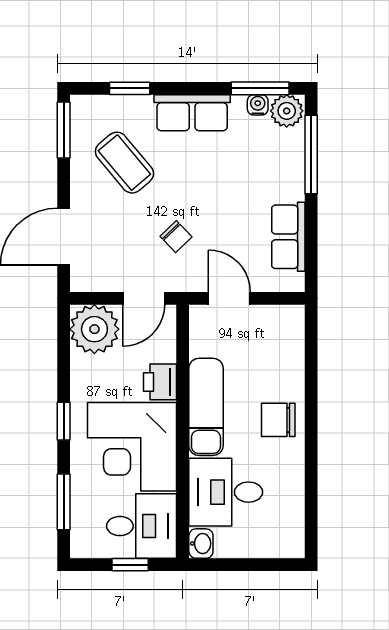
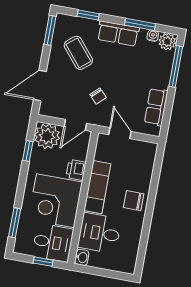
window: (260, 88) -> (140, 24), moved
window: (64, 421) -> (28, 151), moved

